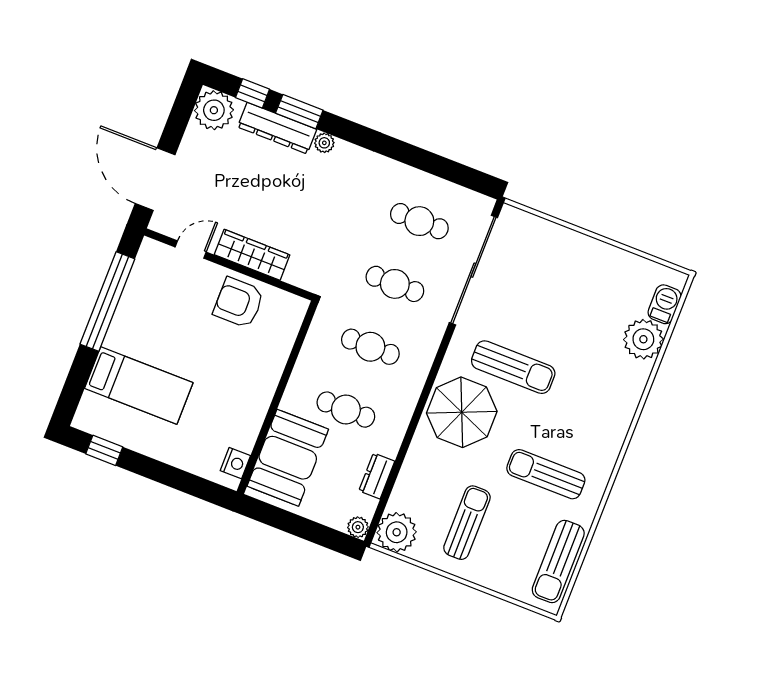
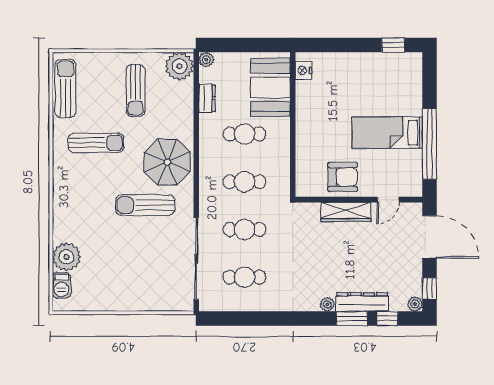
plant: (214, 110) -> (415, 304), width x0.53, depth x0.53
window: (181, 112) -> (429, 288), added
bed: (139, 386) -> (387, 133), moved

